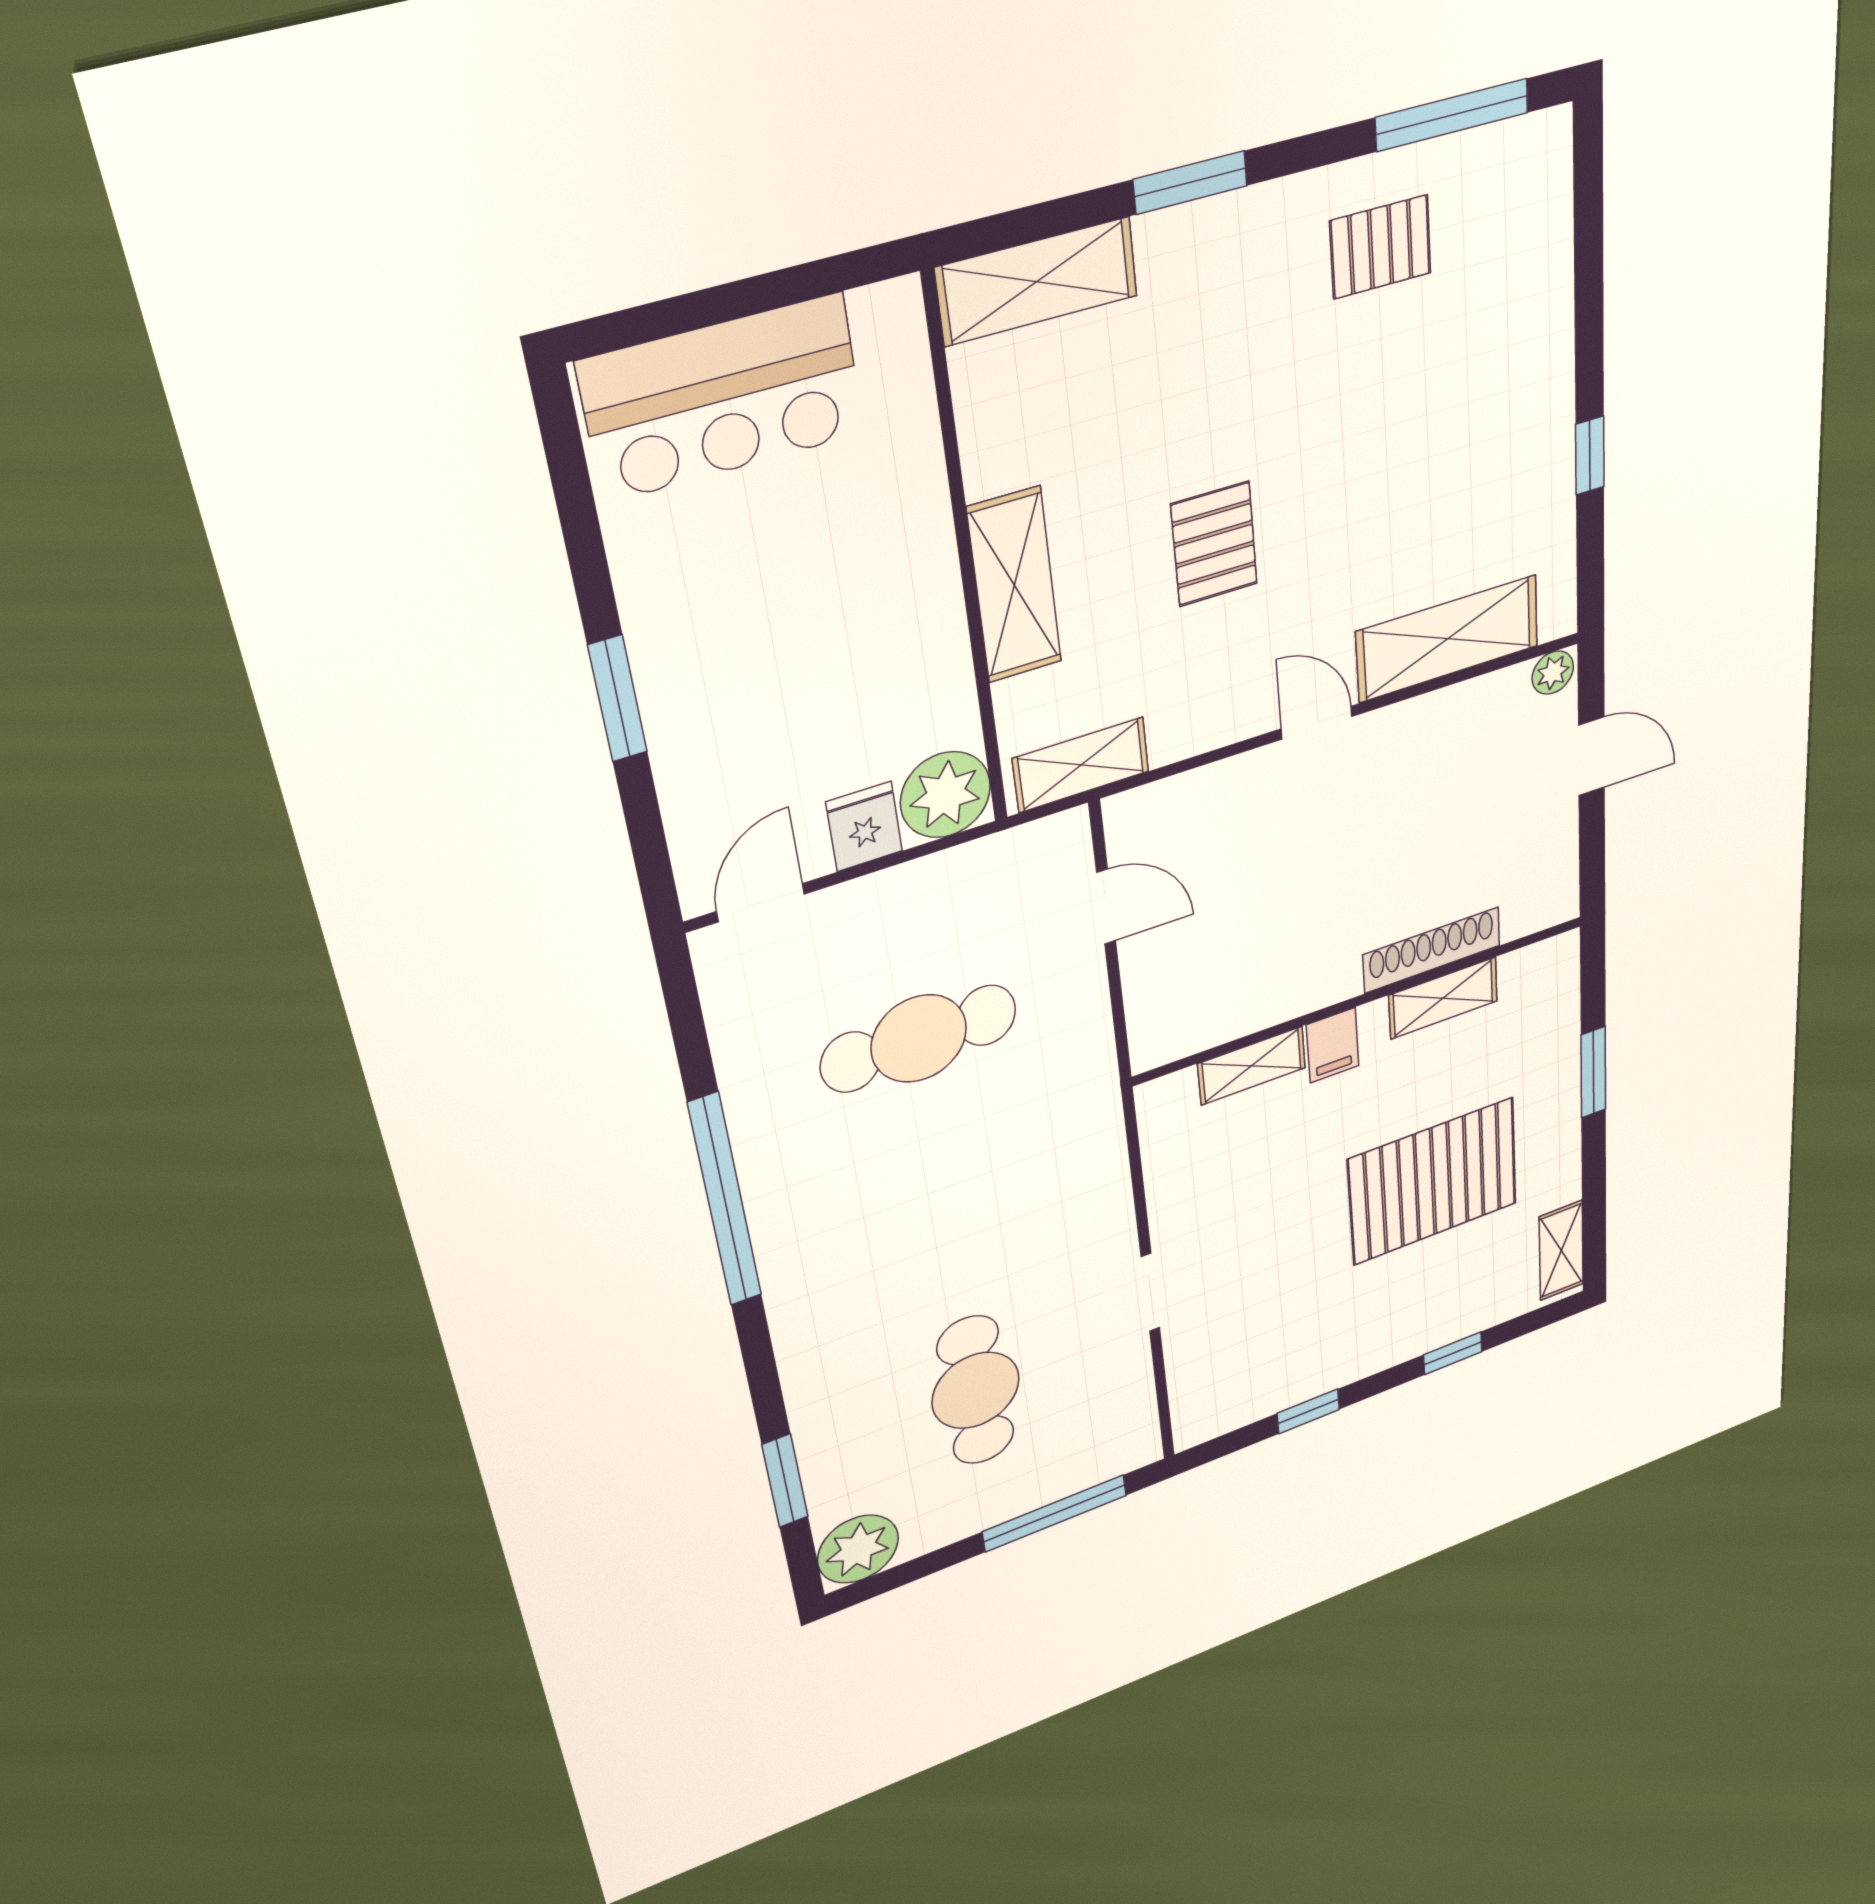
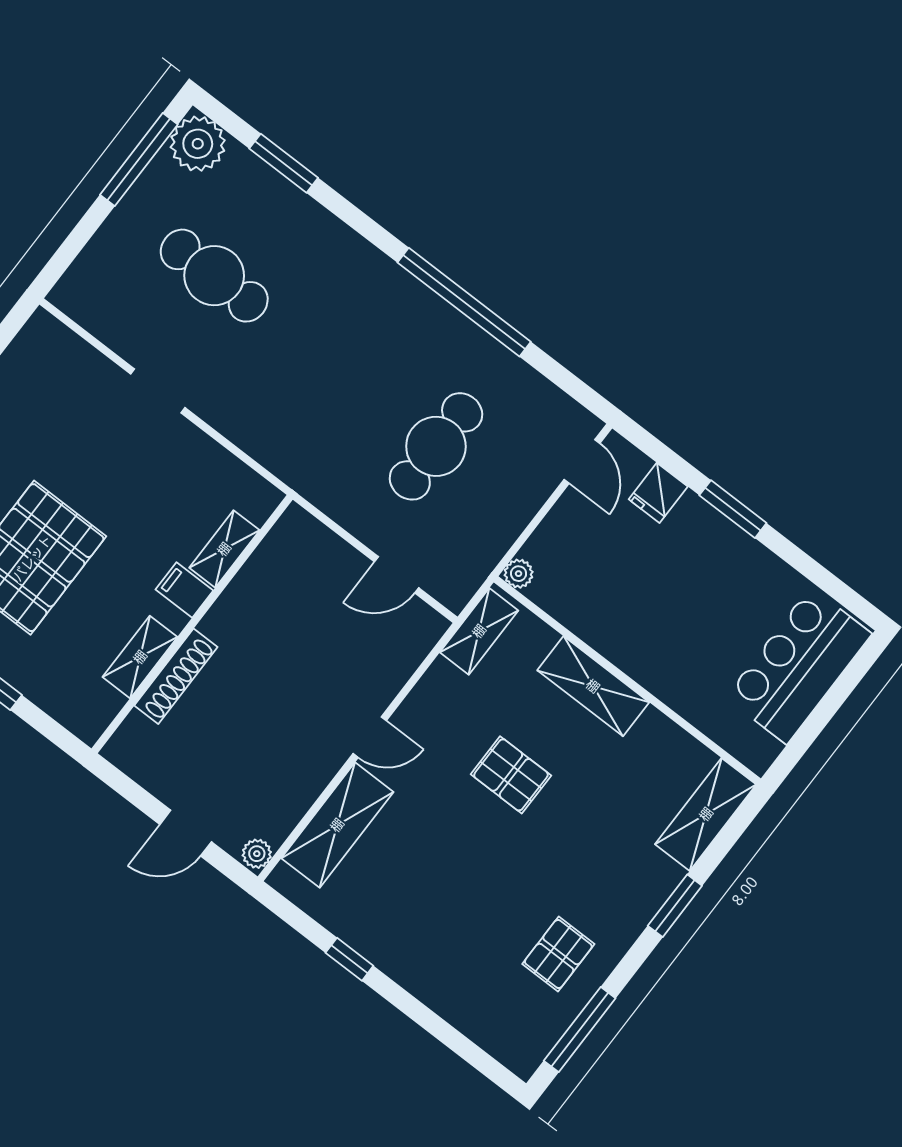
plant: (945, 795) -> (519, 574), width x0.53, depth x0.53
fridge: (864, 827) -> (658, 493), moved, turned 90
window: (1055, 1513) -> (139, 160), moved

